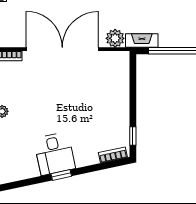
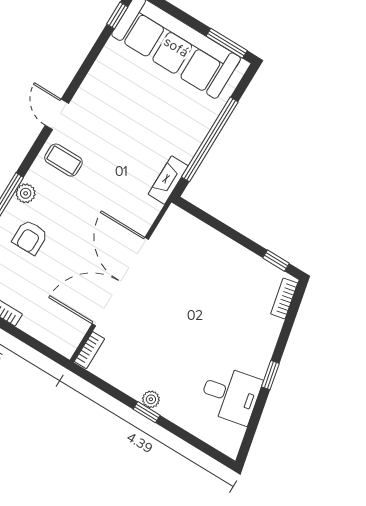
plant: (115, 38) -> (146, 210), removed
desk: (55, 154) -> (230, 395), moved

